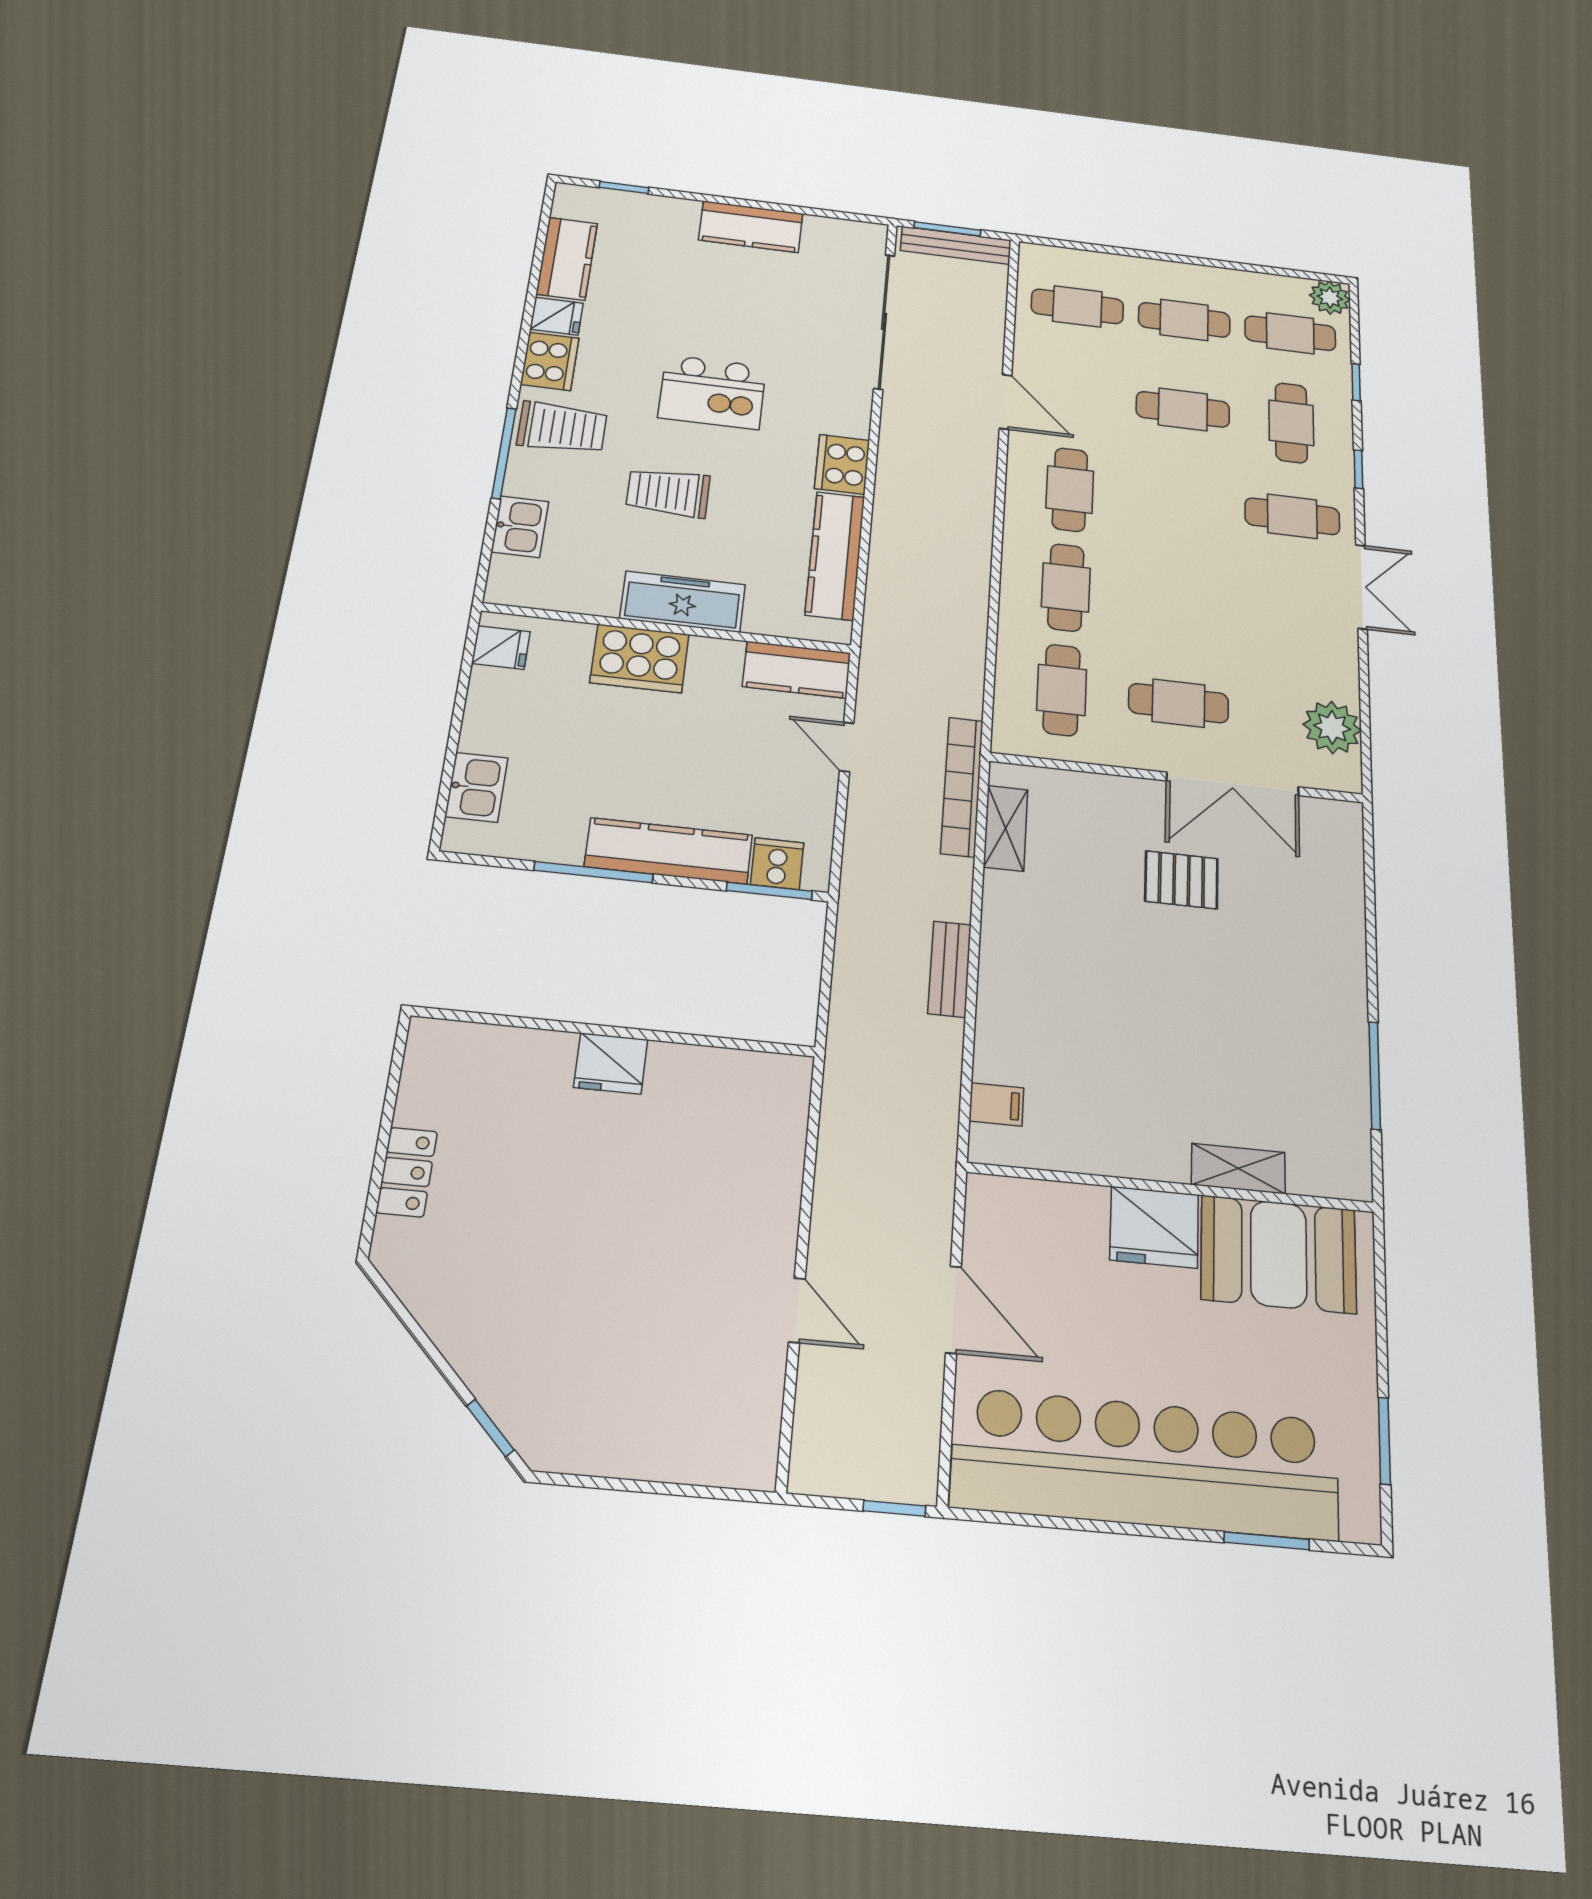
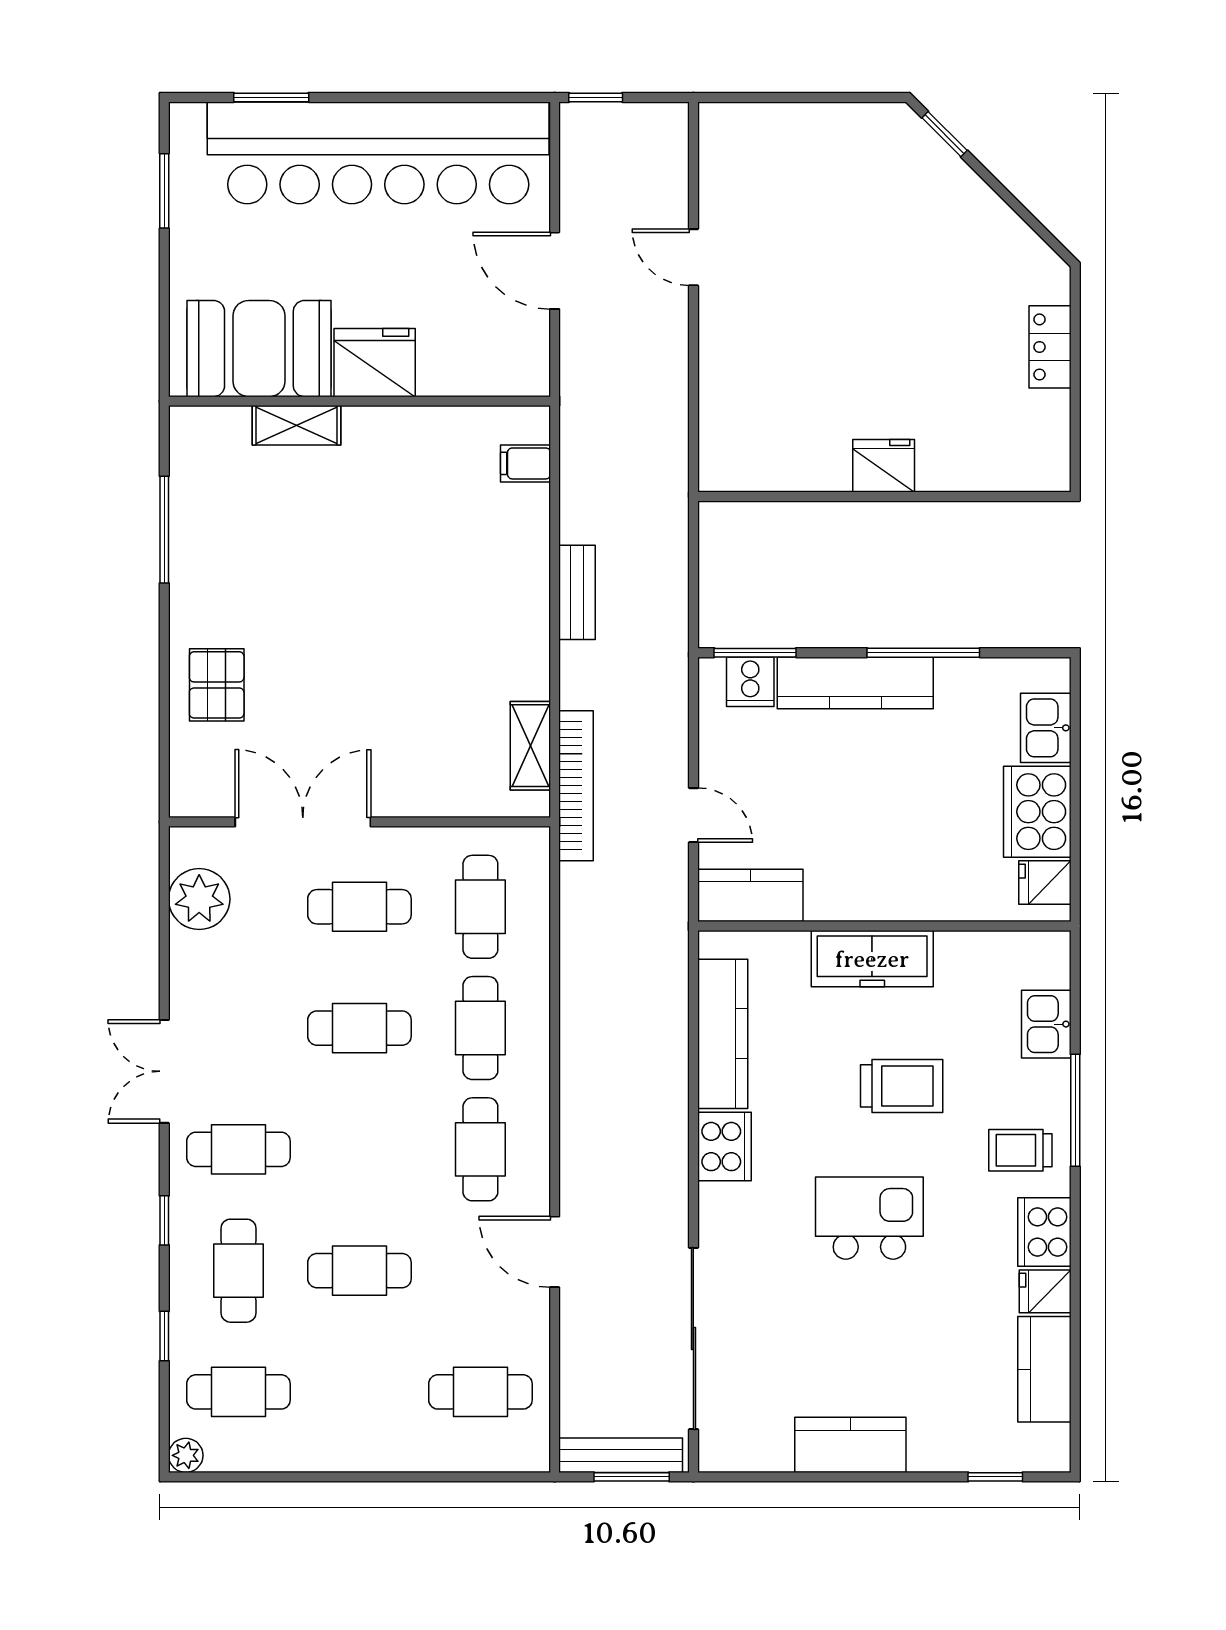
plant: (1330, 298) -> (186, 1455), width x0.73, depth x0.73
cafe table: (1184, 320) -> (359, 1028), moved
trolley: (562, 428) -> (1020, 1150), width x0.73, depth x0.72
cooker: (640, 658) -> (1037, 812), moved, turned -90
pallet: (1181, 880) -> (217, 685), moved, turned 90

